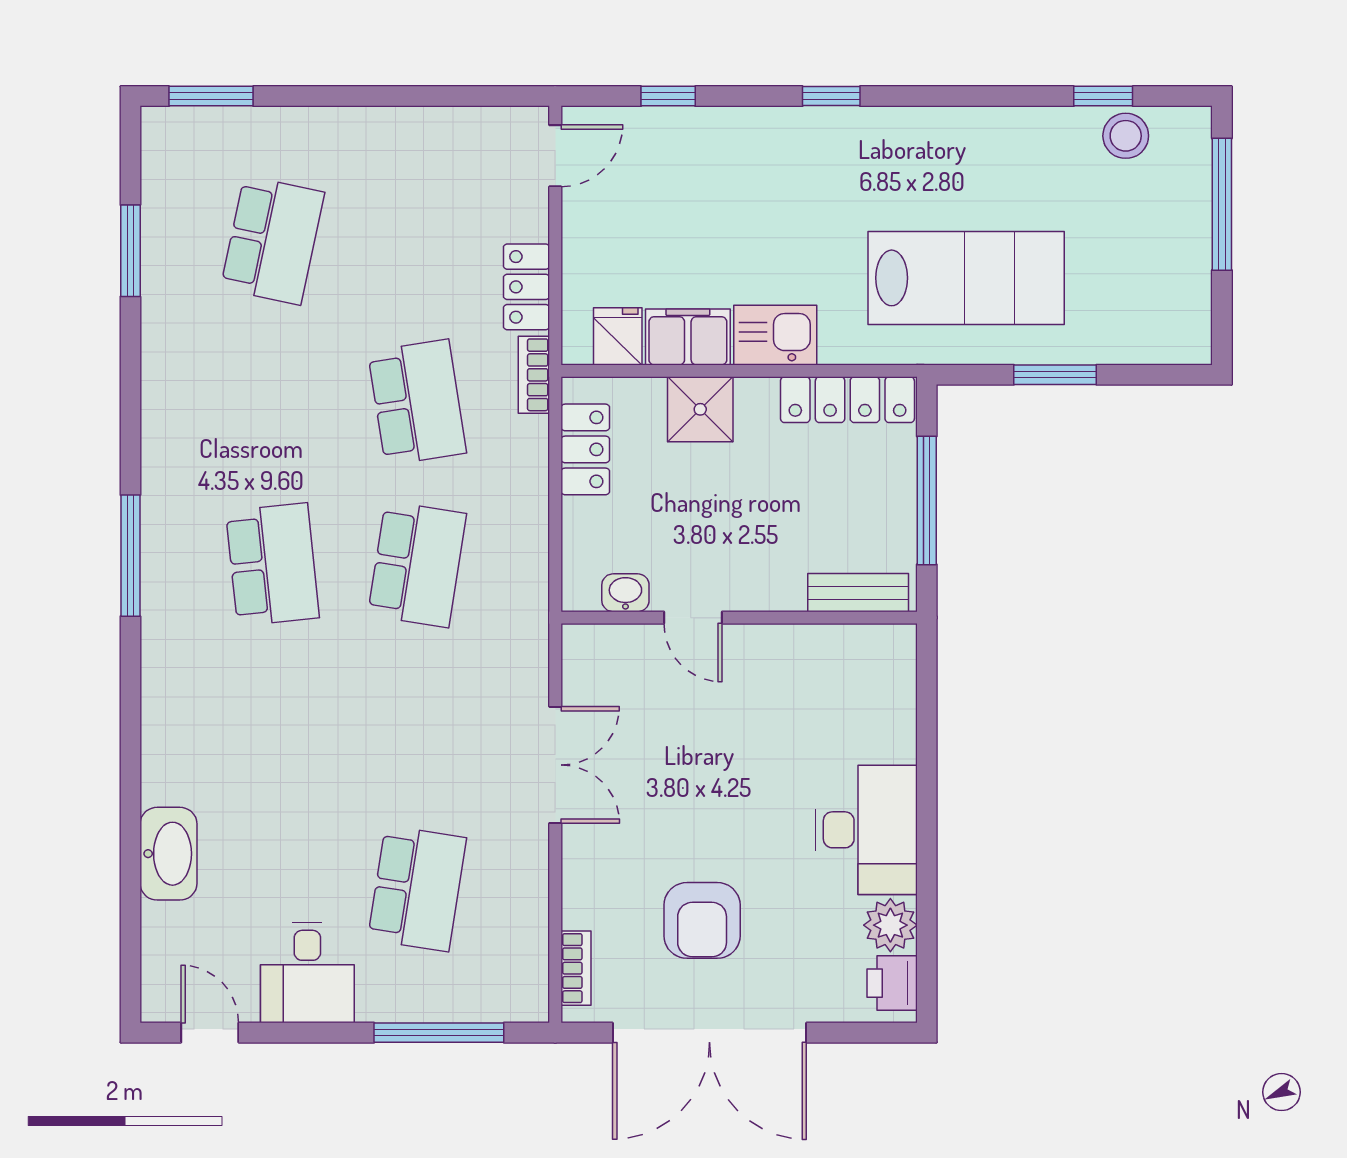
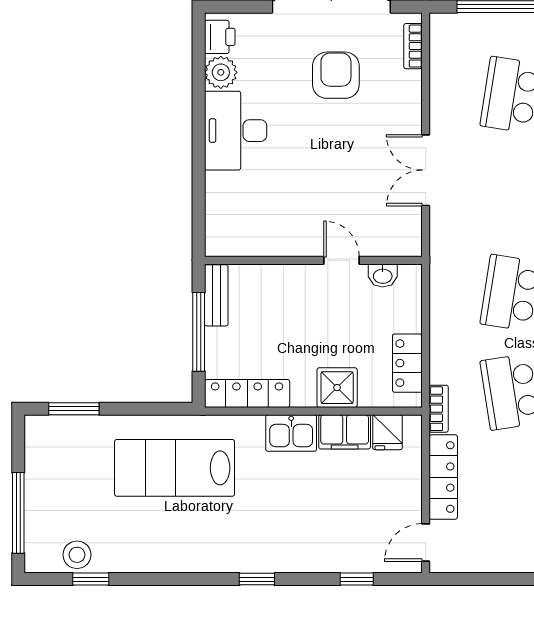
locker: (526, 287) -> (443, 477), width x1.53
window: (1055, 375) -> (74, 409), moved
bench: (858, 593) -> (216, 295), moved, turned 90

